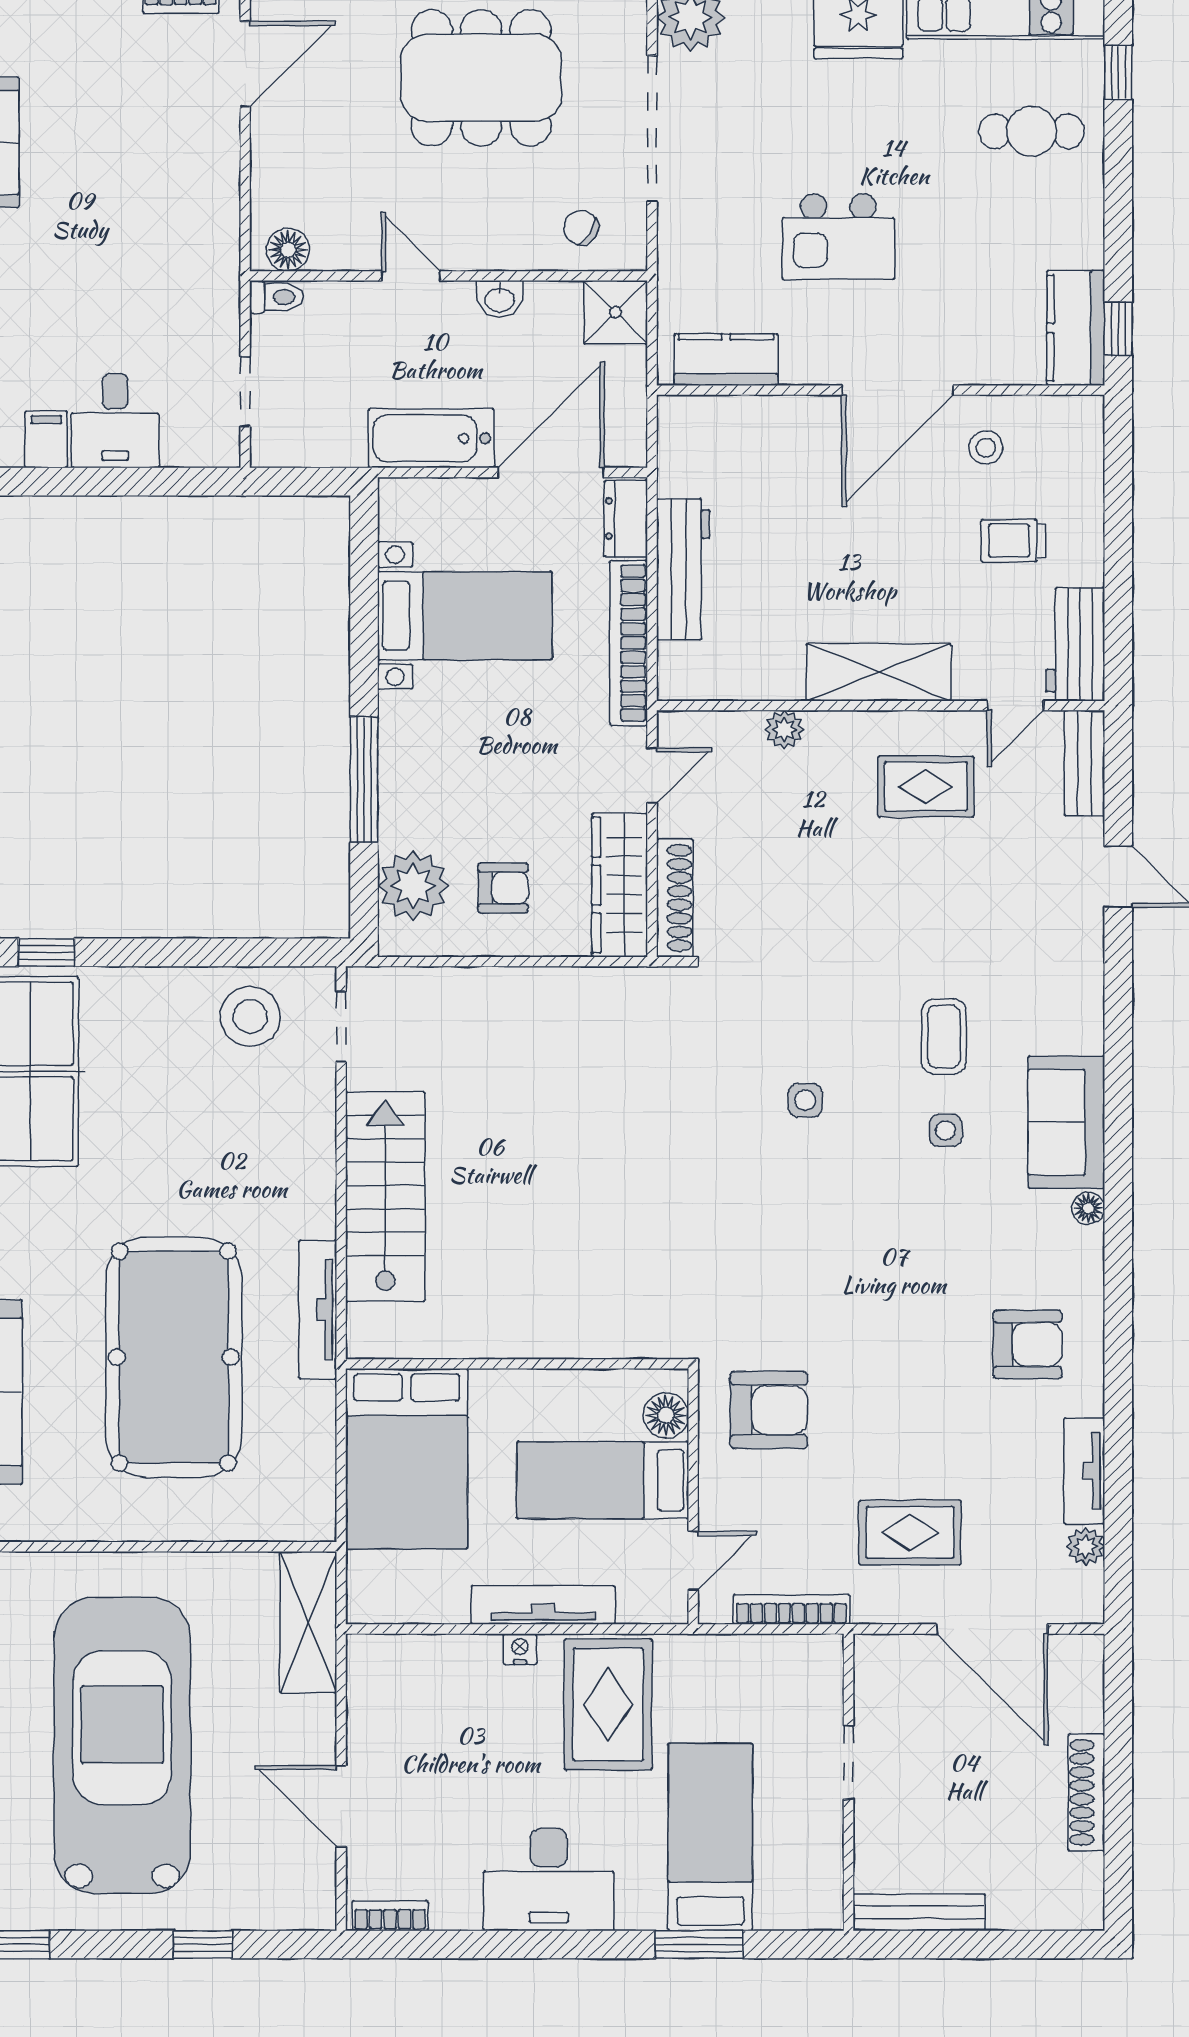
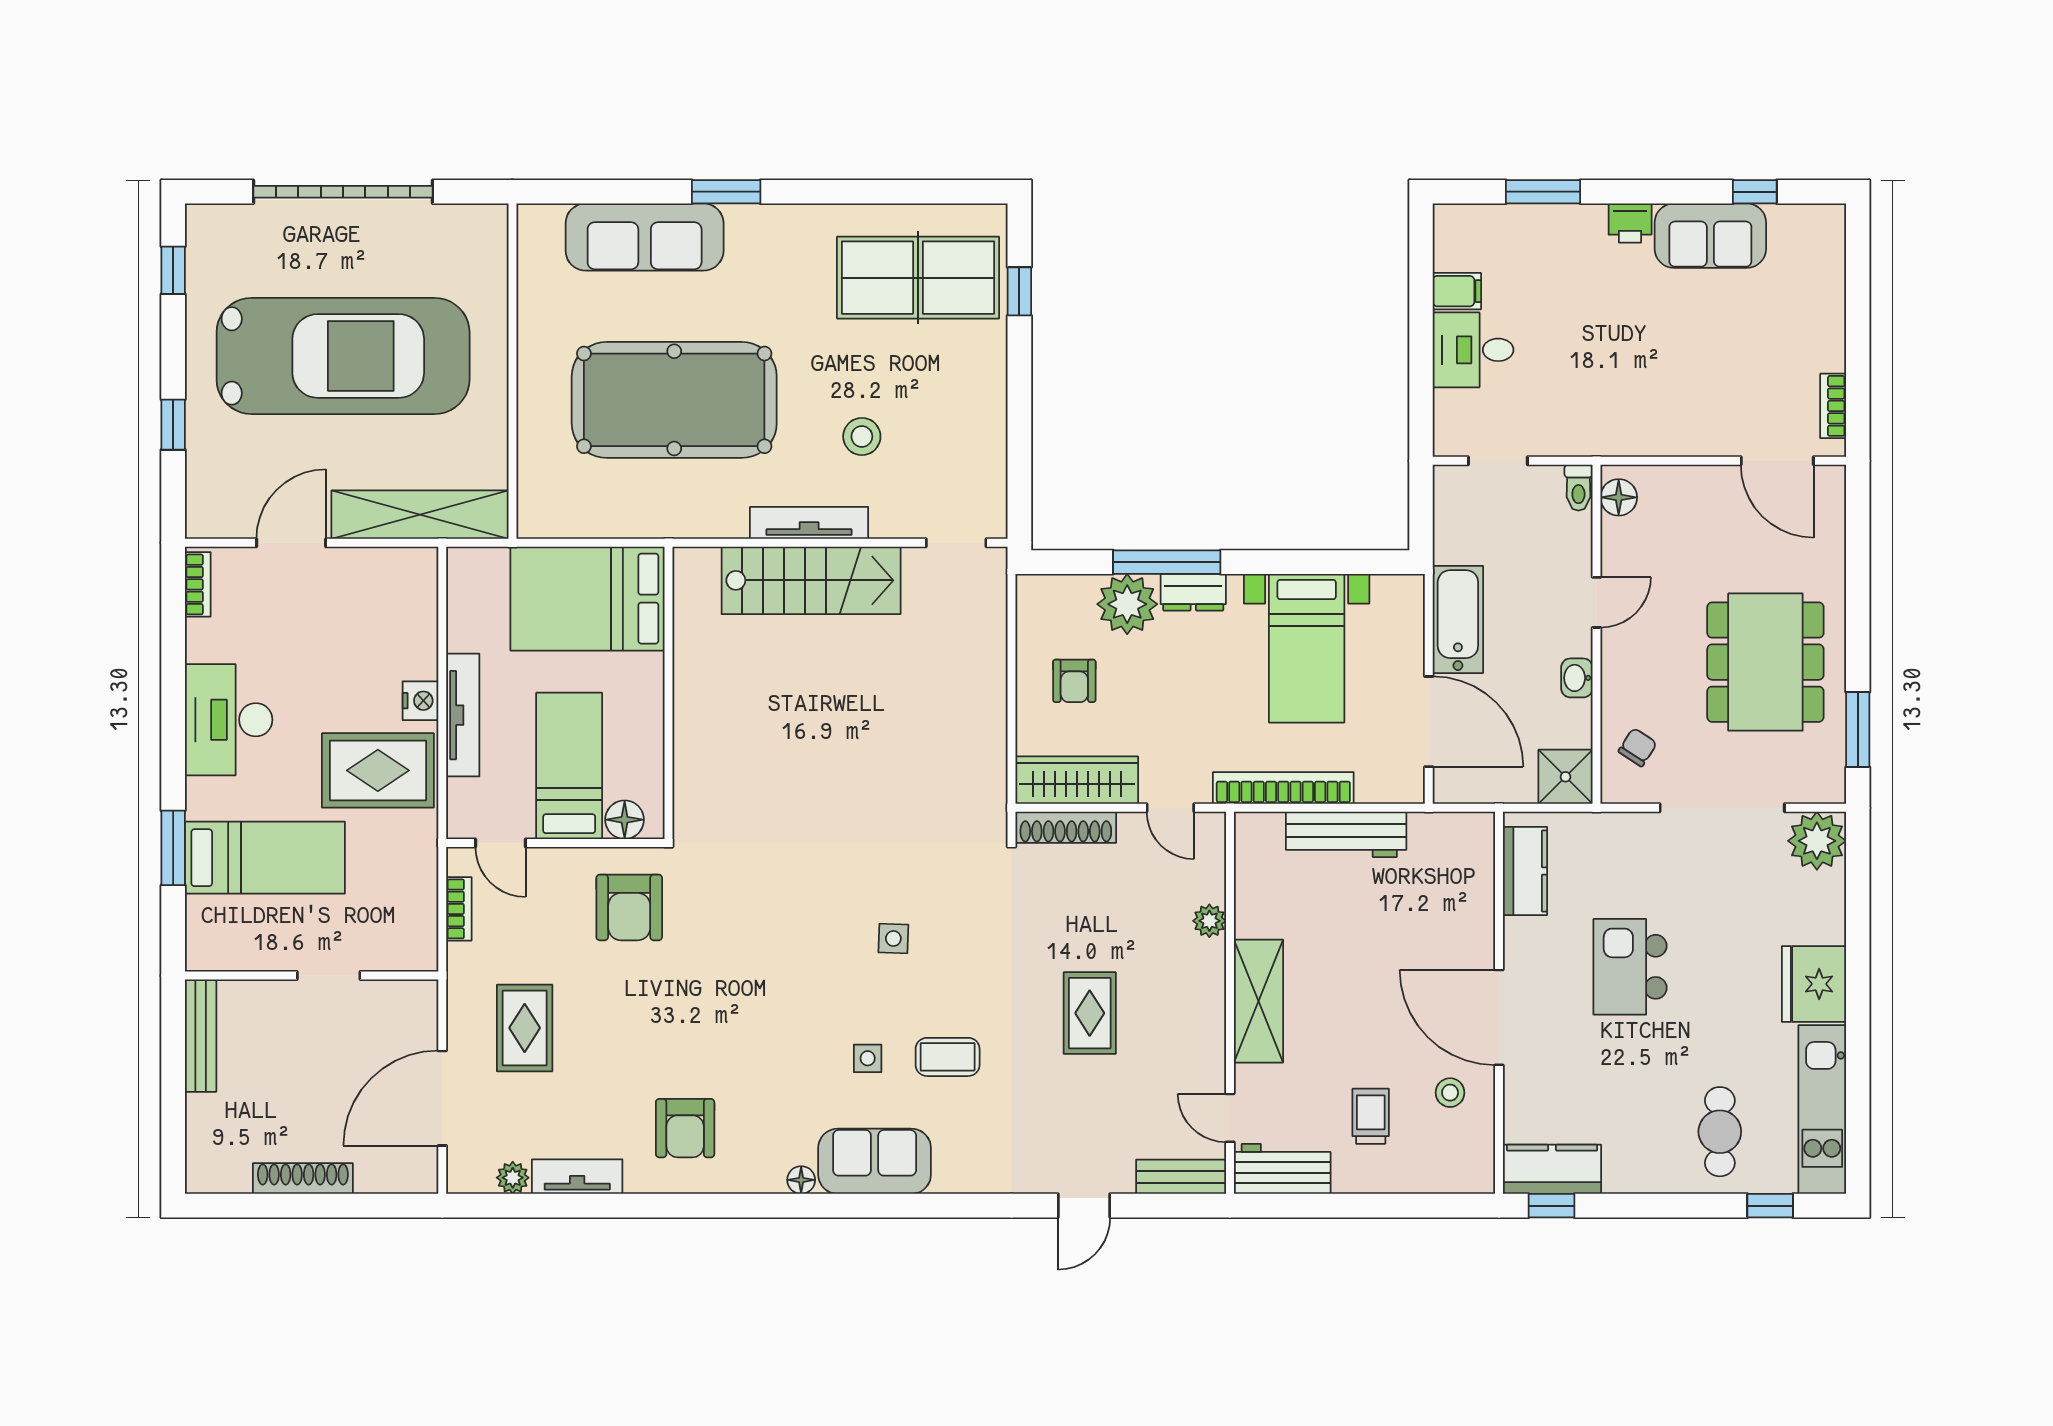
dresser: (626, 519) -> (1193, 592), moved, turned 180
rug: (926, 787) -> (1090, 1013), moved
plant: (413, 886) -> (1127, 604), moved
stool: (250, 1016) -> (862, 436), moved, width x0.73, depth x0.73
tv unit: (318, 1310) -> (809, 523), moved
bookcase: (791, 1610) -> (459, 909), width x0.64
shelving: (308, 1622) -> (420, 515), width x1.47
nightstand: (520, 1649) -> (420, 701), width x1.39, depth x1.35

